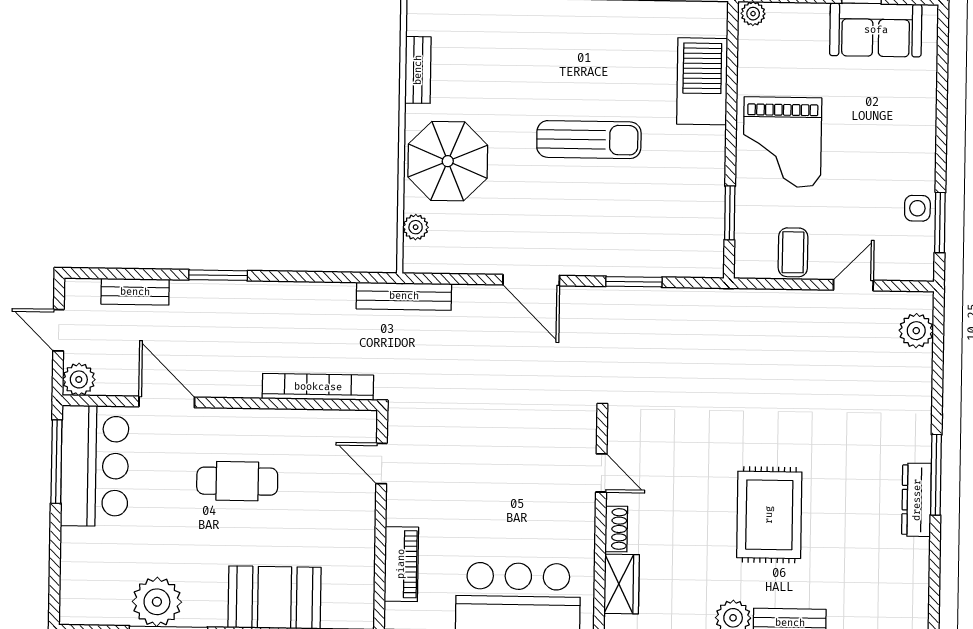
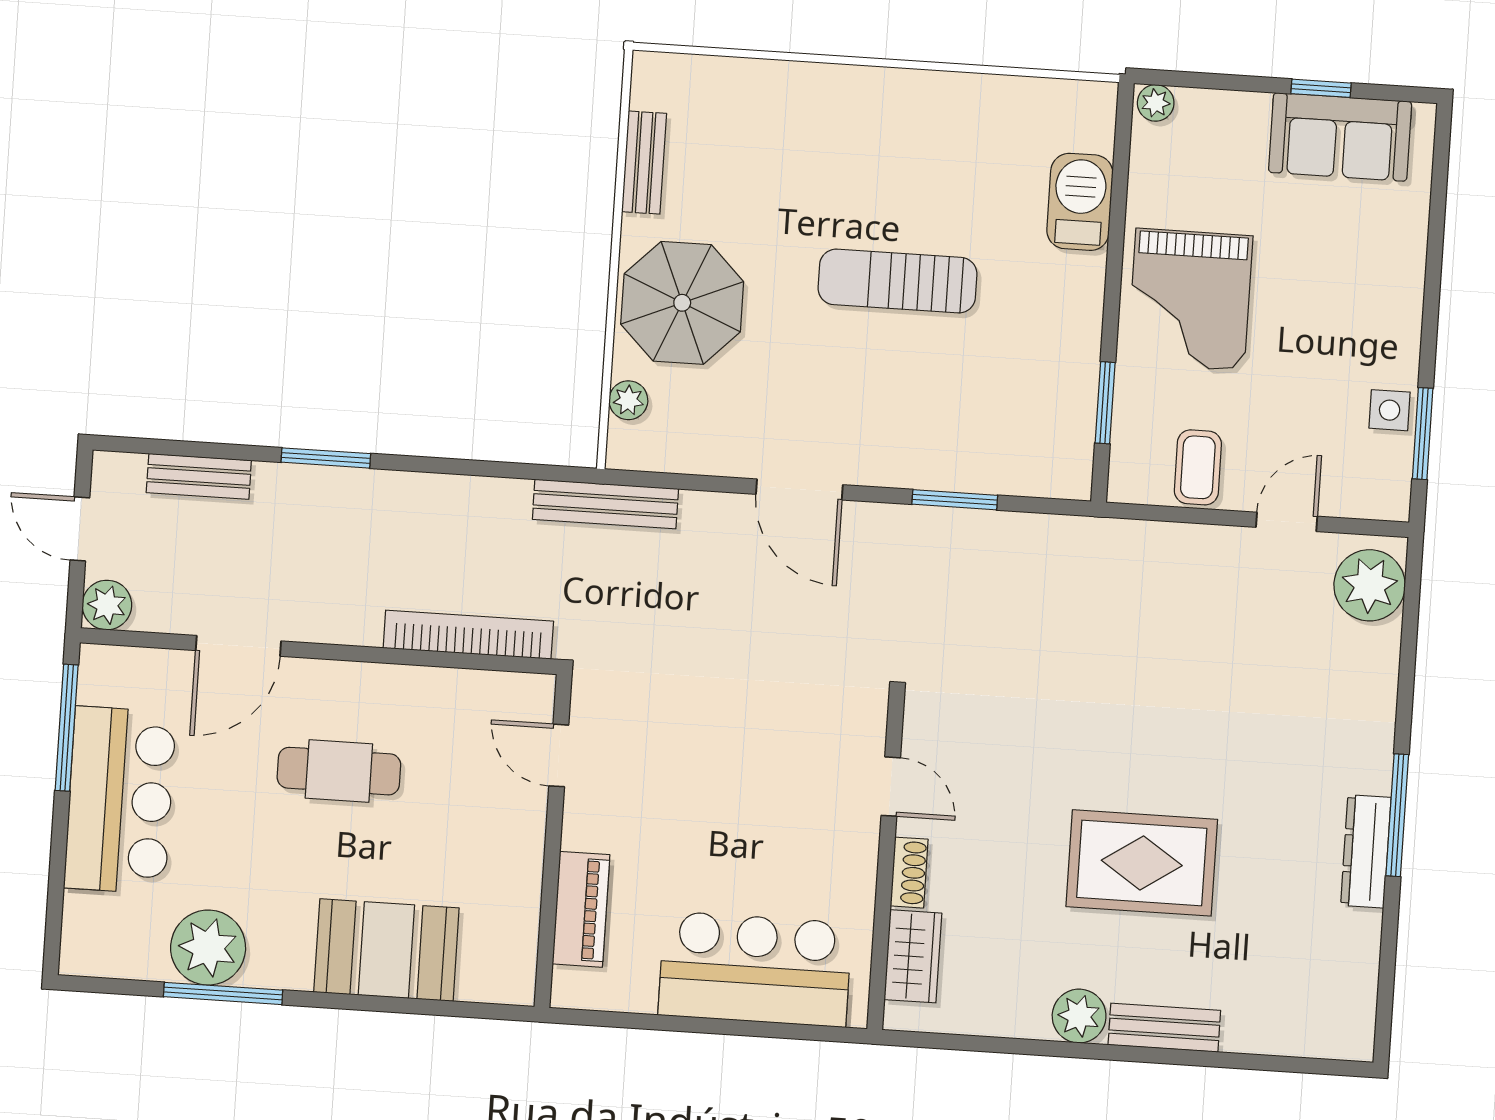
barbecue: (702, 81) -> (1080, 202), width x0.73, depth x0.83
sun lounger: (589, 140) -> (898, 281), turned 180
plant: (916, 331) -> (1370, 585), width x1.36, depth x1.36
door: (167, 402) -> (238, 646), swing flipped
bar counter: (95, 466) -> (120, 800), moved
rug: (769, 515) -> (1142, 863), turned 90

